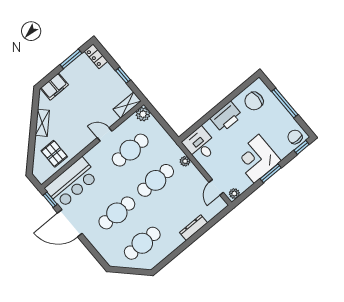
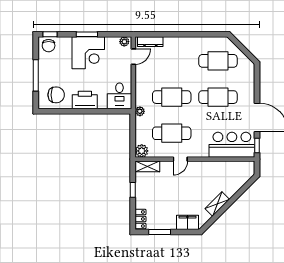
door: (105, 134) -> (180, 159), hinge flipped
pallet: (54, 154) -> (227, 175), removed
plant: (185, 161) -> (140, 111), moved
dresser: (194, 228) -> (150, 42), moved

